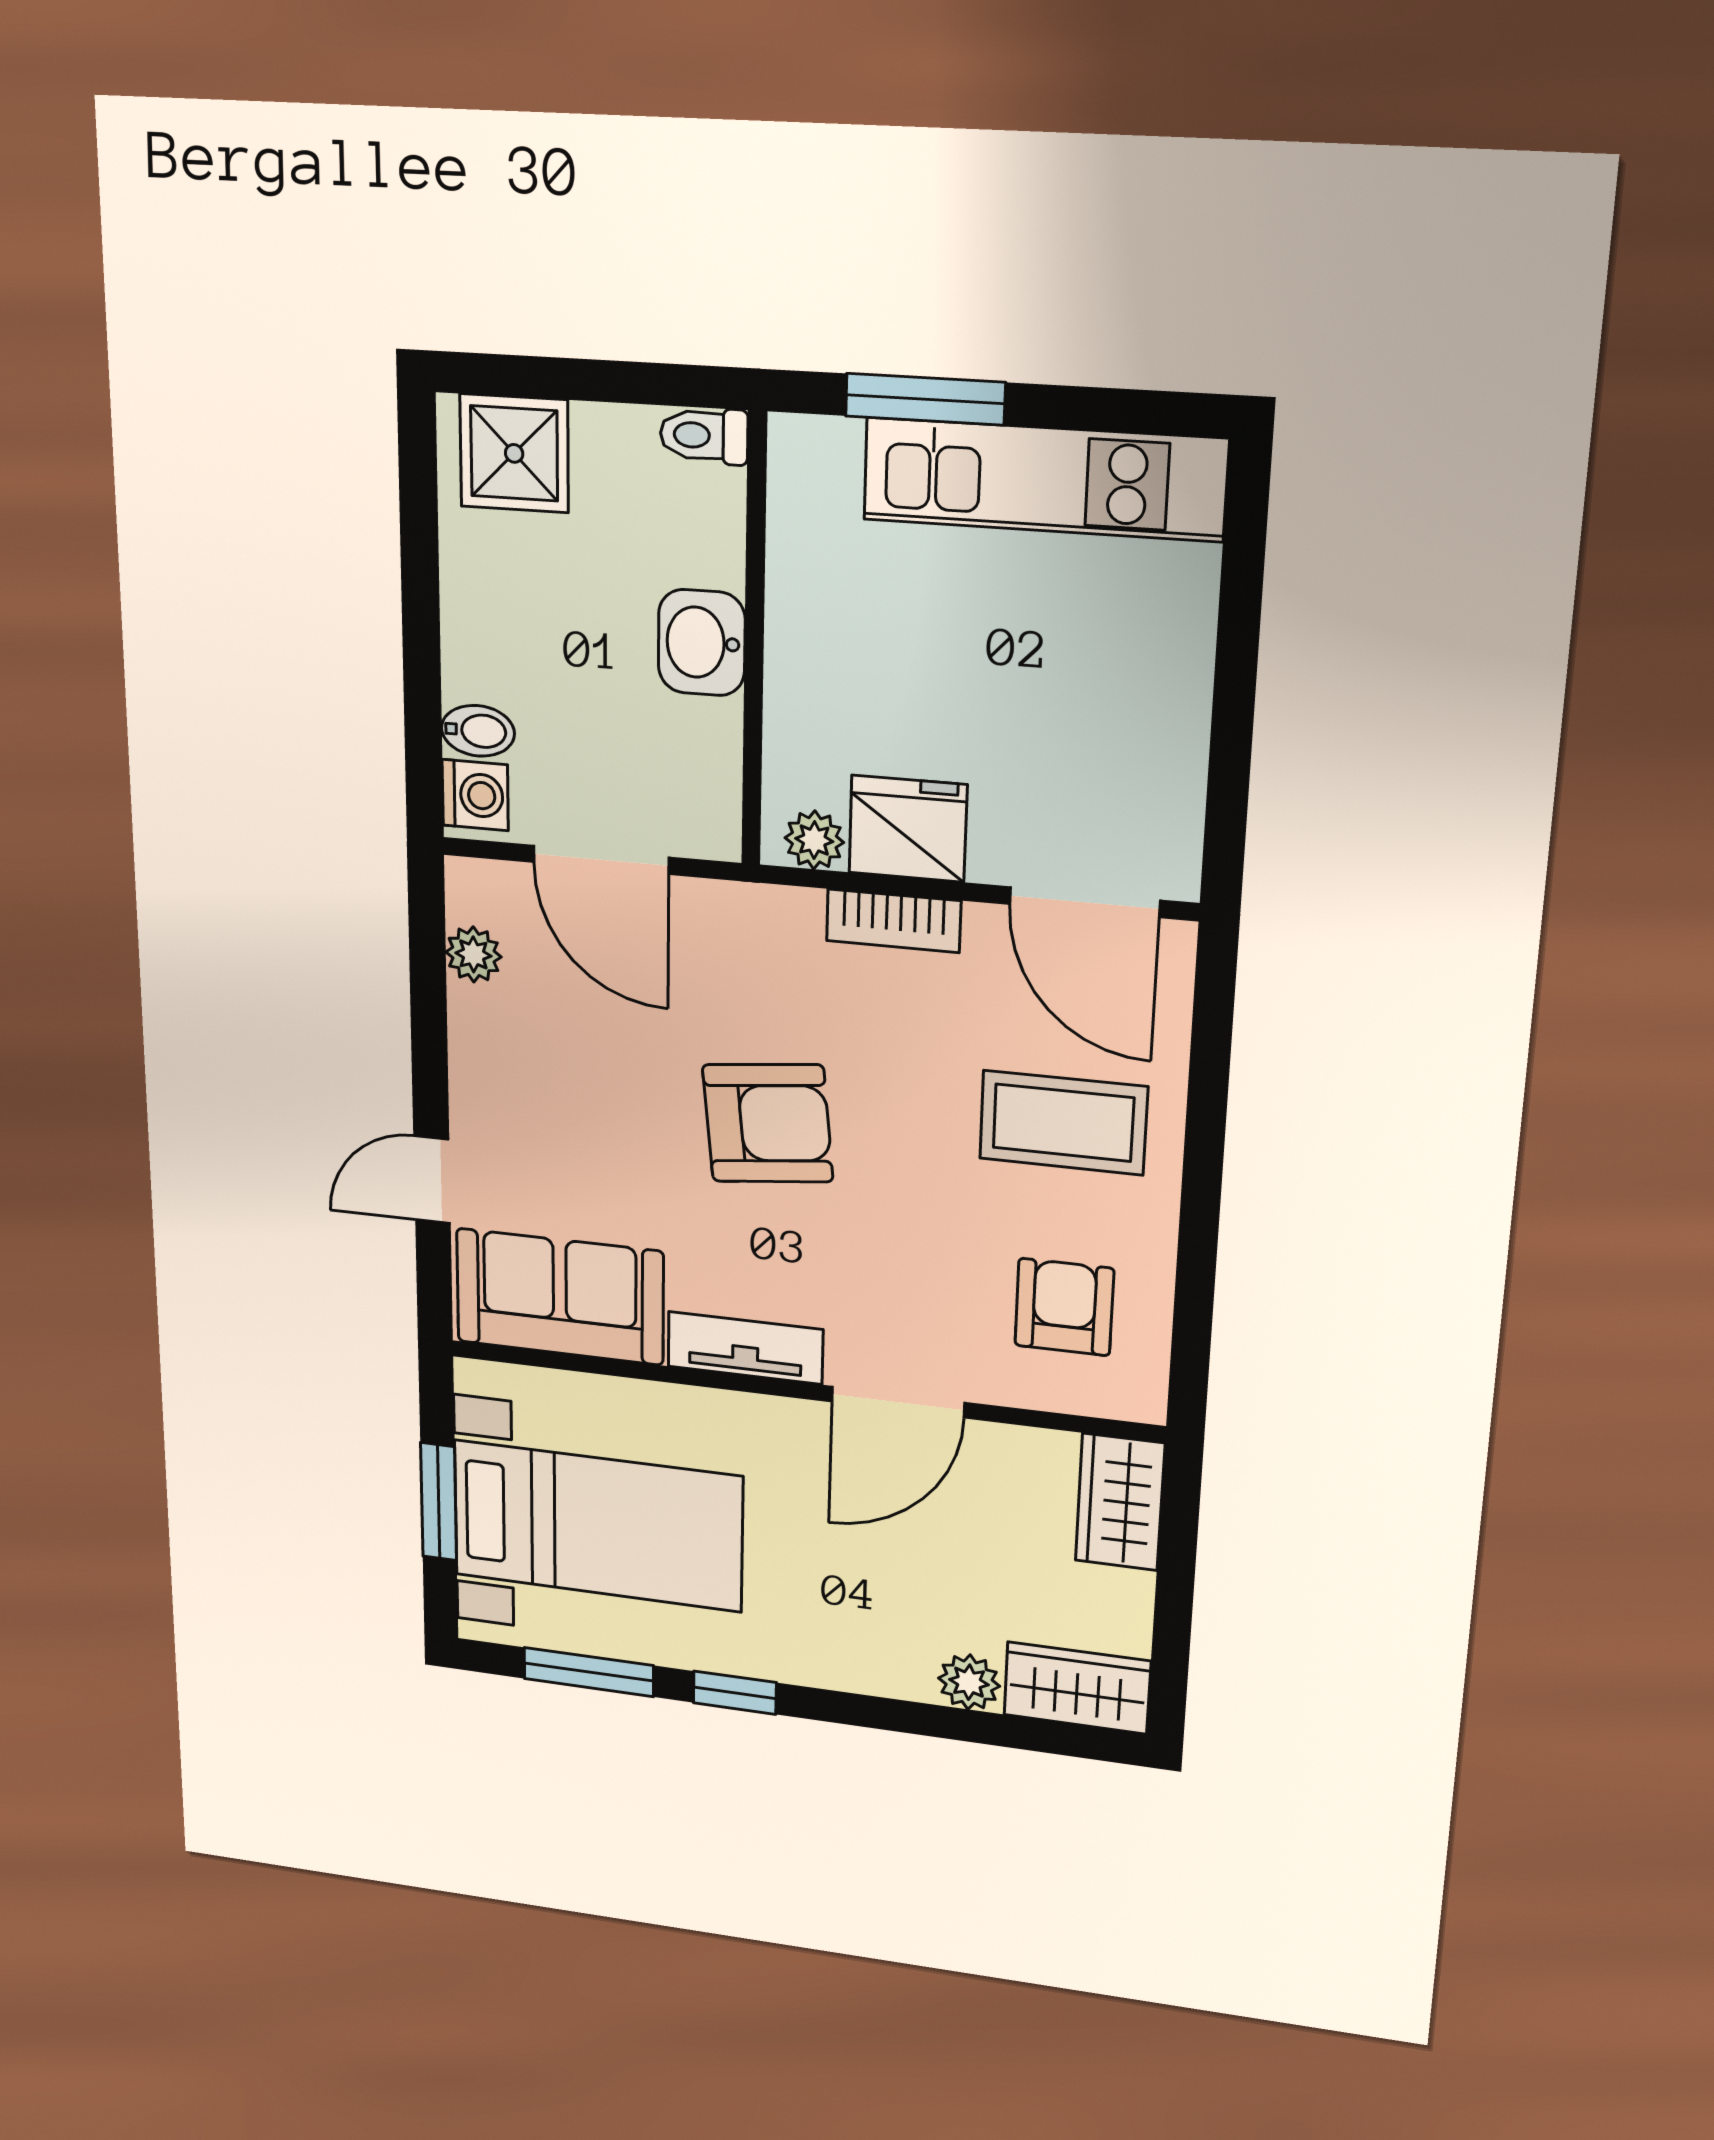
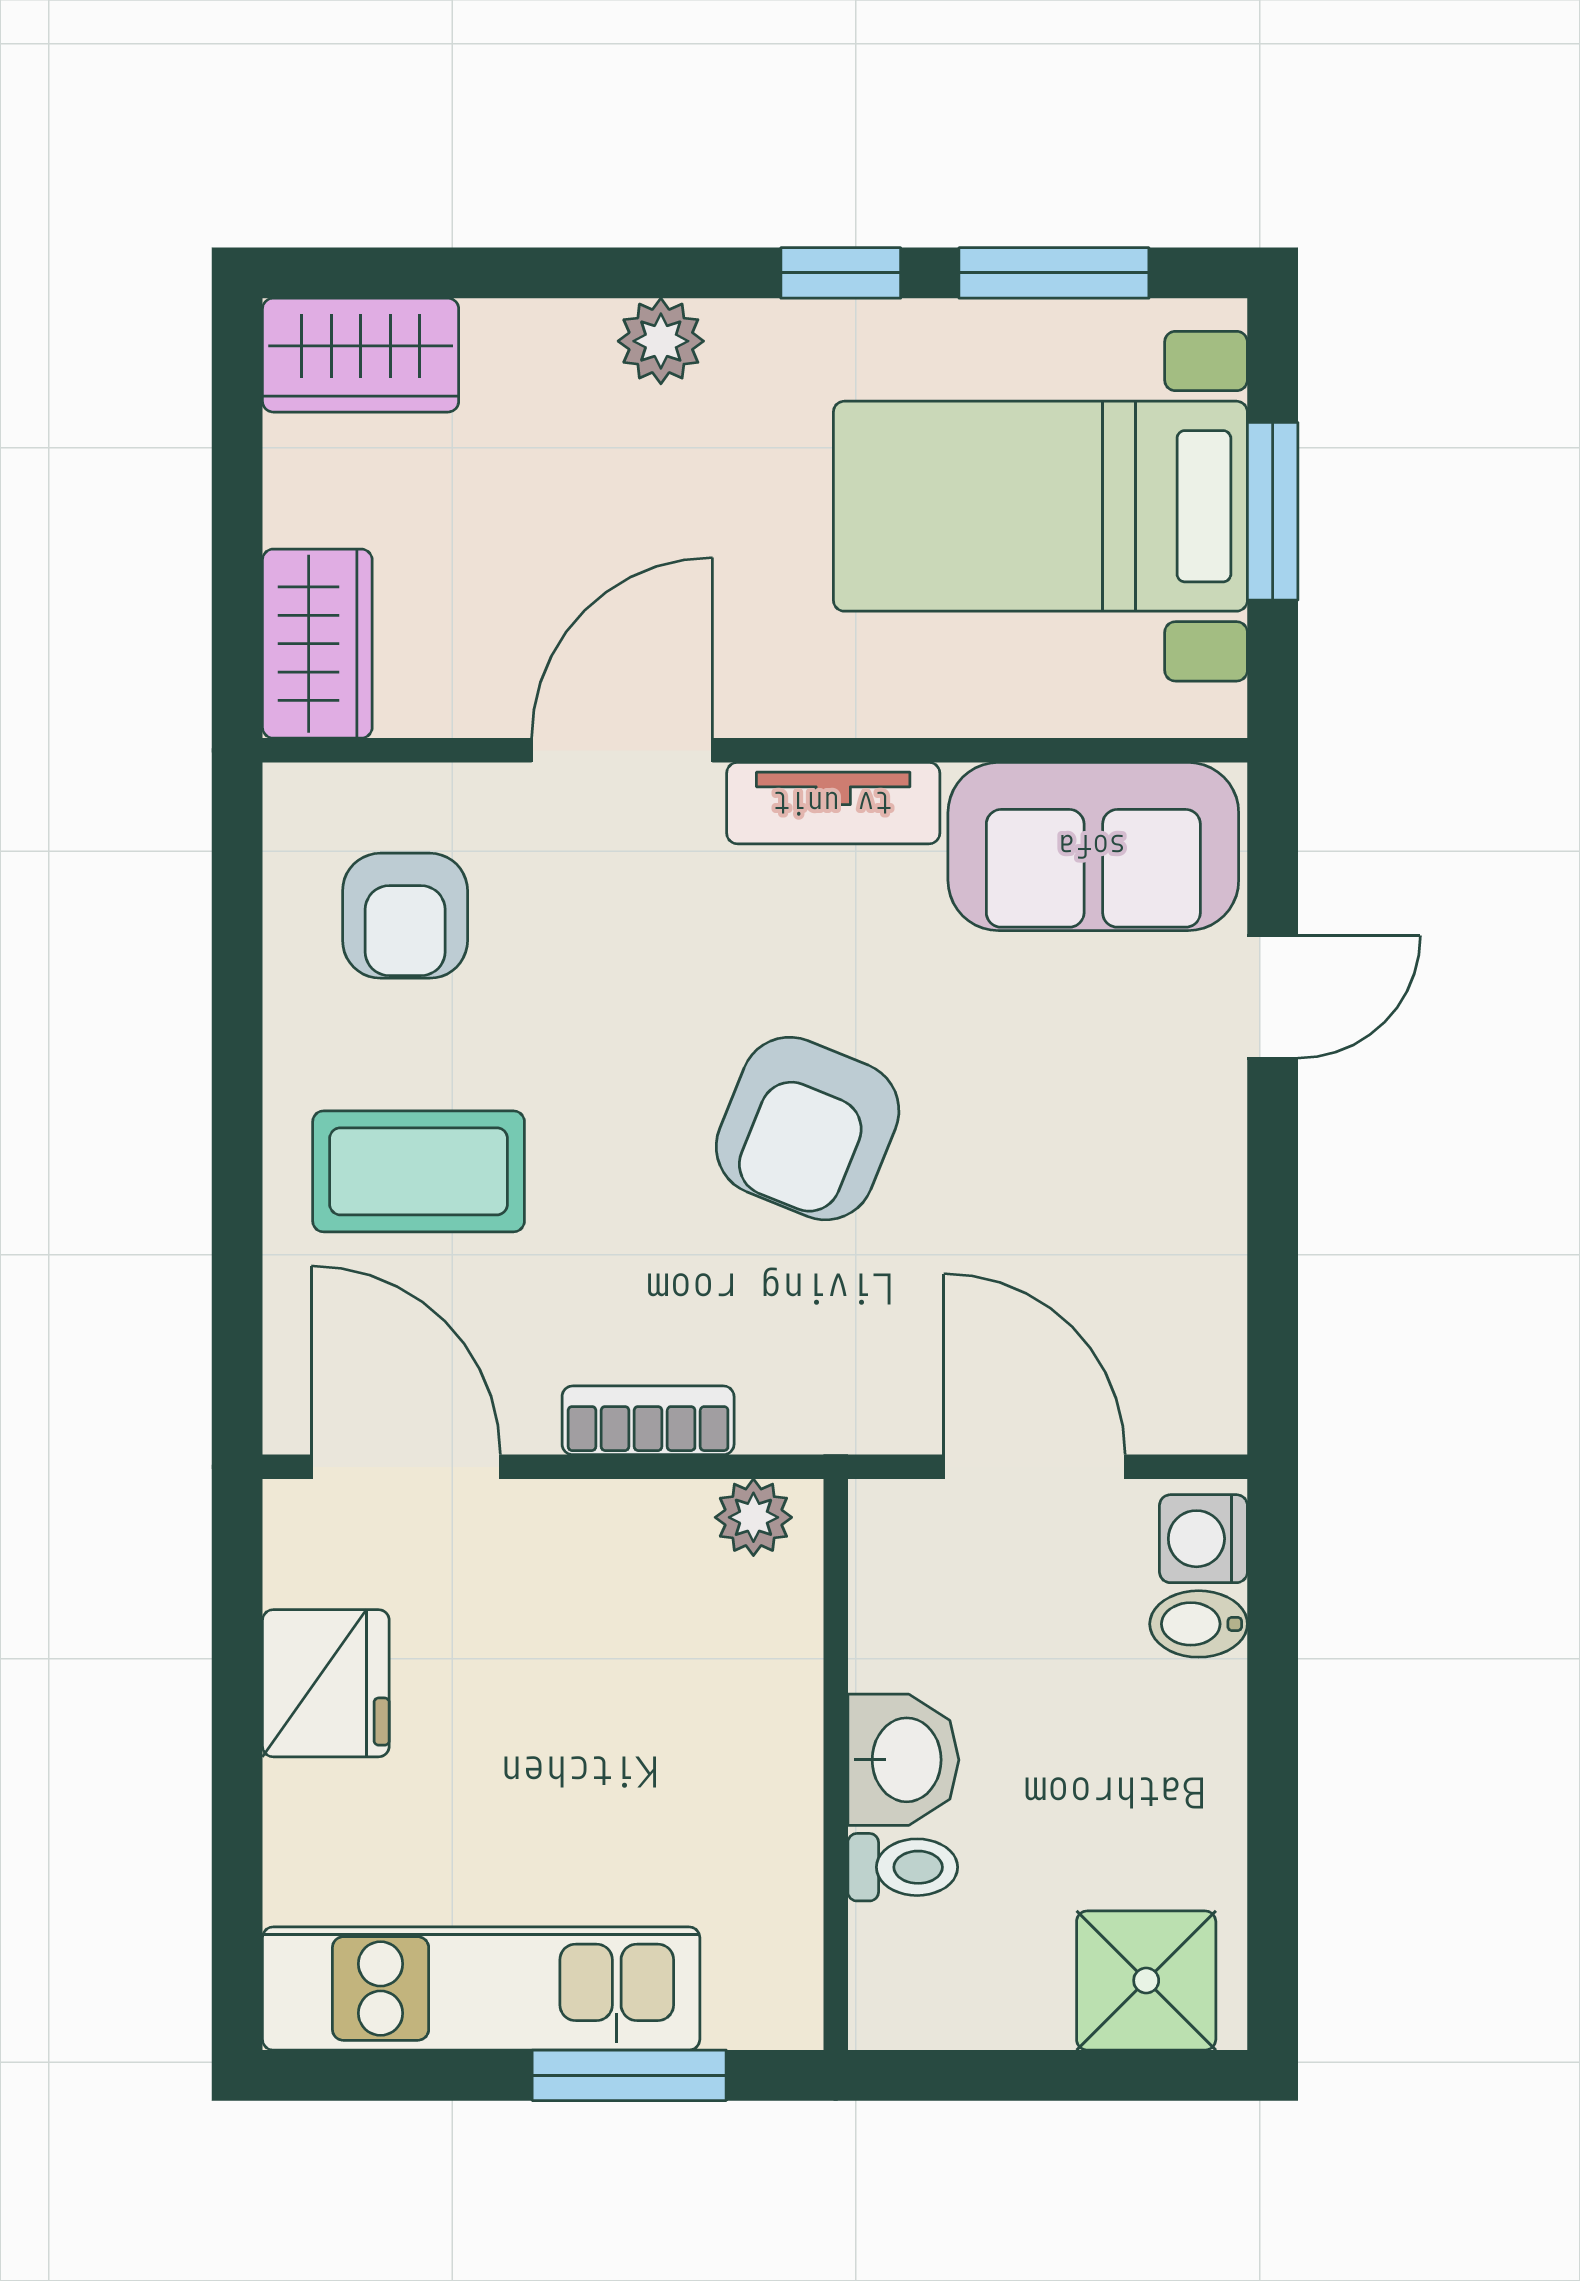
toilet: (704, 436) -> (903, 1867), moved
fridge: (908, 829) -> (326, 1683), moved, turned -90
plant: (473, 954) -> (1209, 1322), removed
armchair: (768, 1123) -> (808, 1129), turned -62
plant: (969, 1682) -> (661, 341), moved

